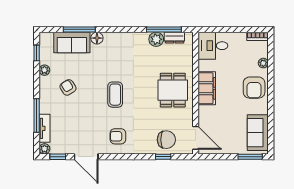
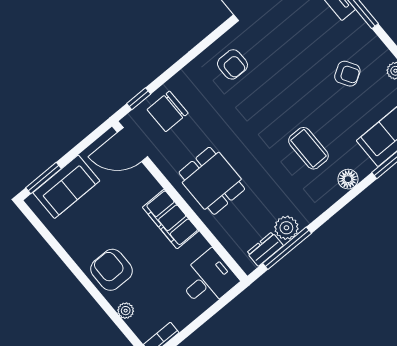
floor lamp: (97, 38) -> (348, 179), moved
coffee table: (115, 95) -> (308, 148), moved
sofa: (258, 133) -> (66, 187), moved, turned 90
armchair: (118, 136) -> (232, 64), turned 90
window: (163, 157) -> (139, 99), moved

